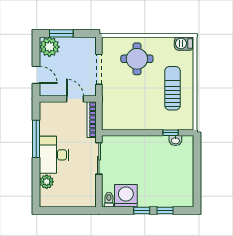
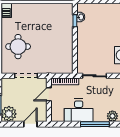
sun lounger: (173, 88) -> (41, 19), removed
window: (36, 139) -> (95, 124), moved
desk: (54, 155) -> (79, 110), moved

